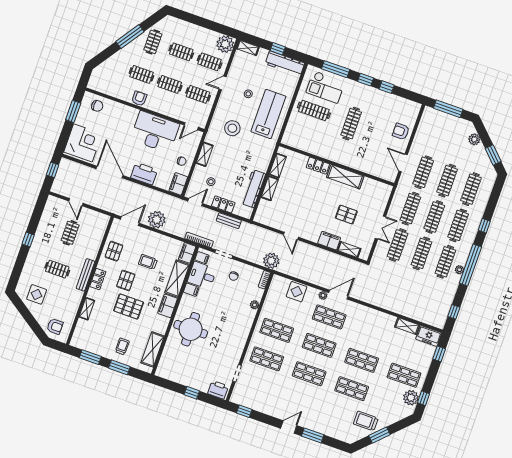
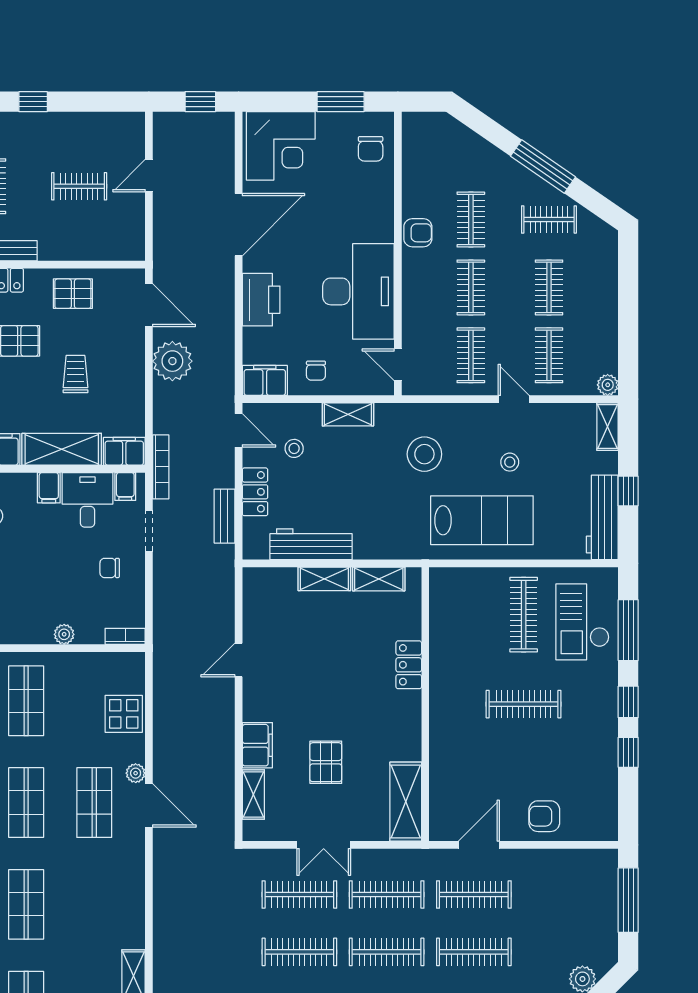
plant: (225, 44) -> (608, 385), width x0.53, depth x0.53
armchair: (401, 131) -> (544, 816), turned -90
shelving: (345, 177) -> (406, 802), moved
plant: (271, 261) -> (171, 637), removed

